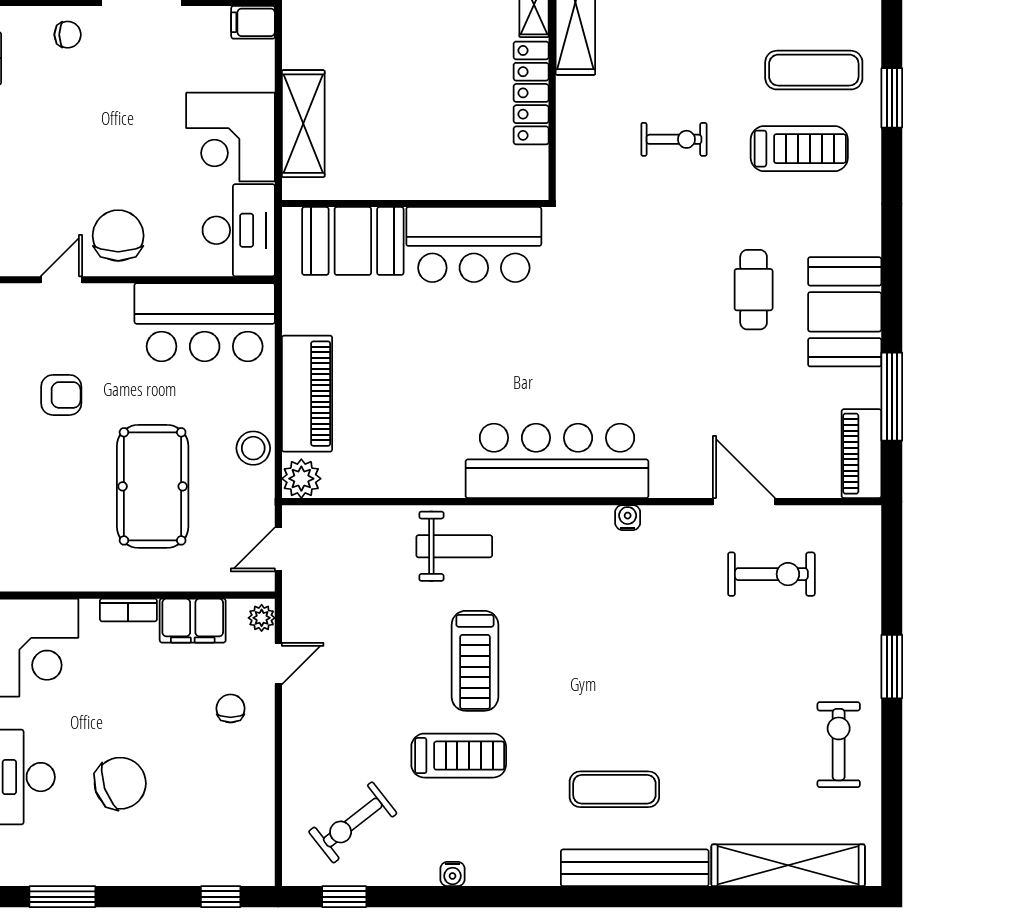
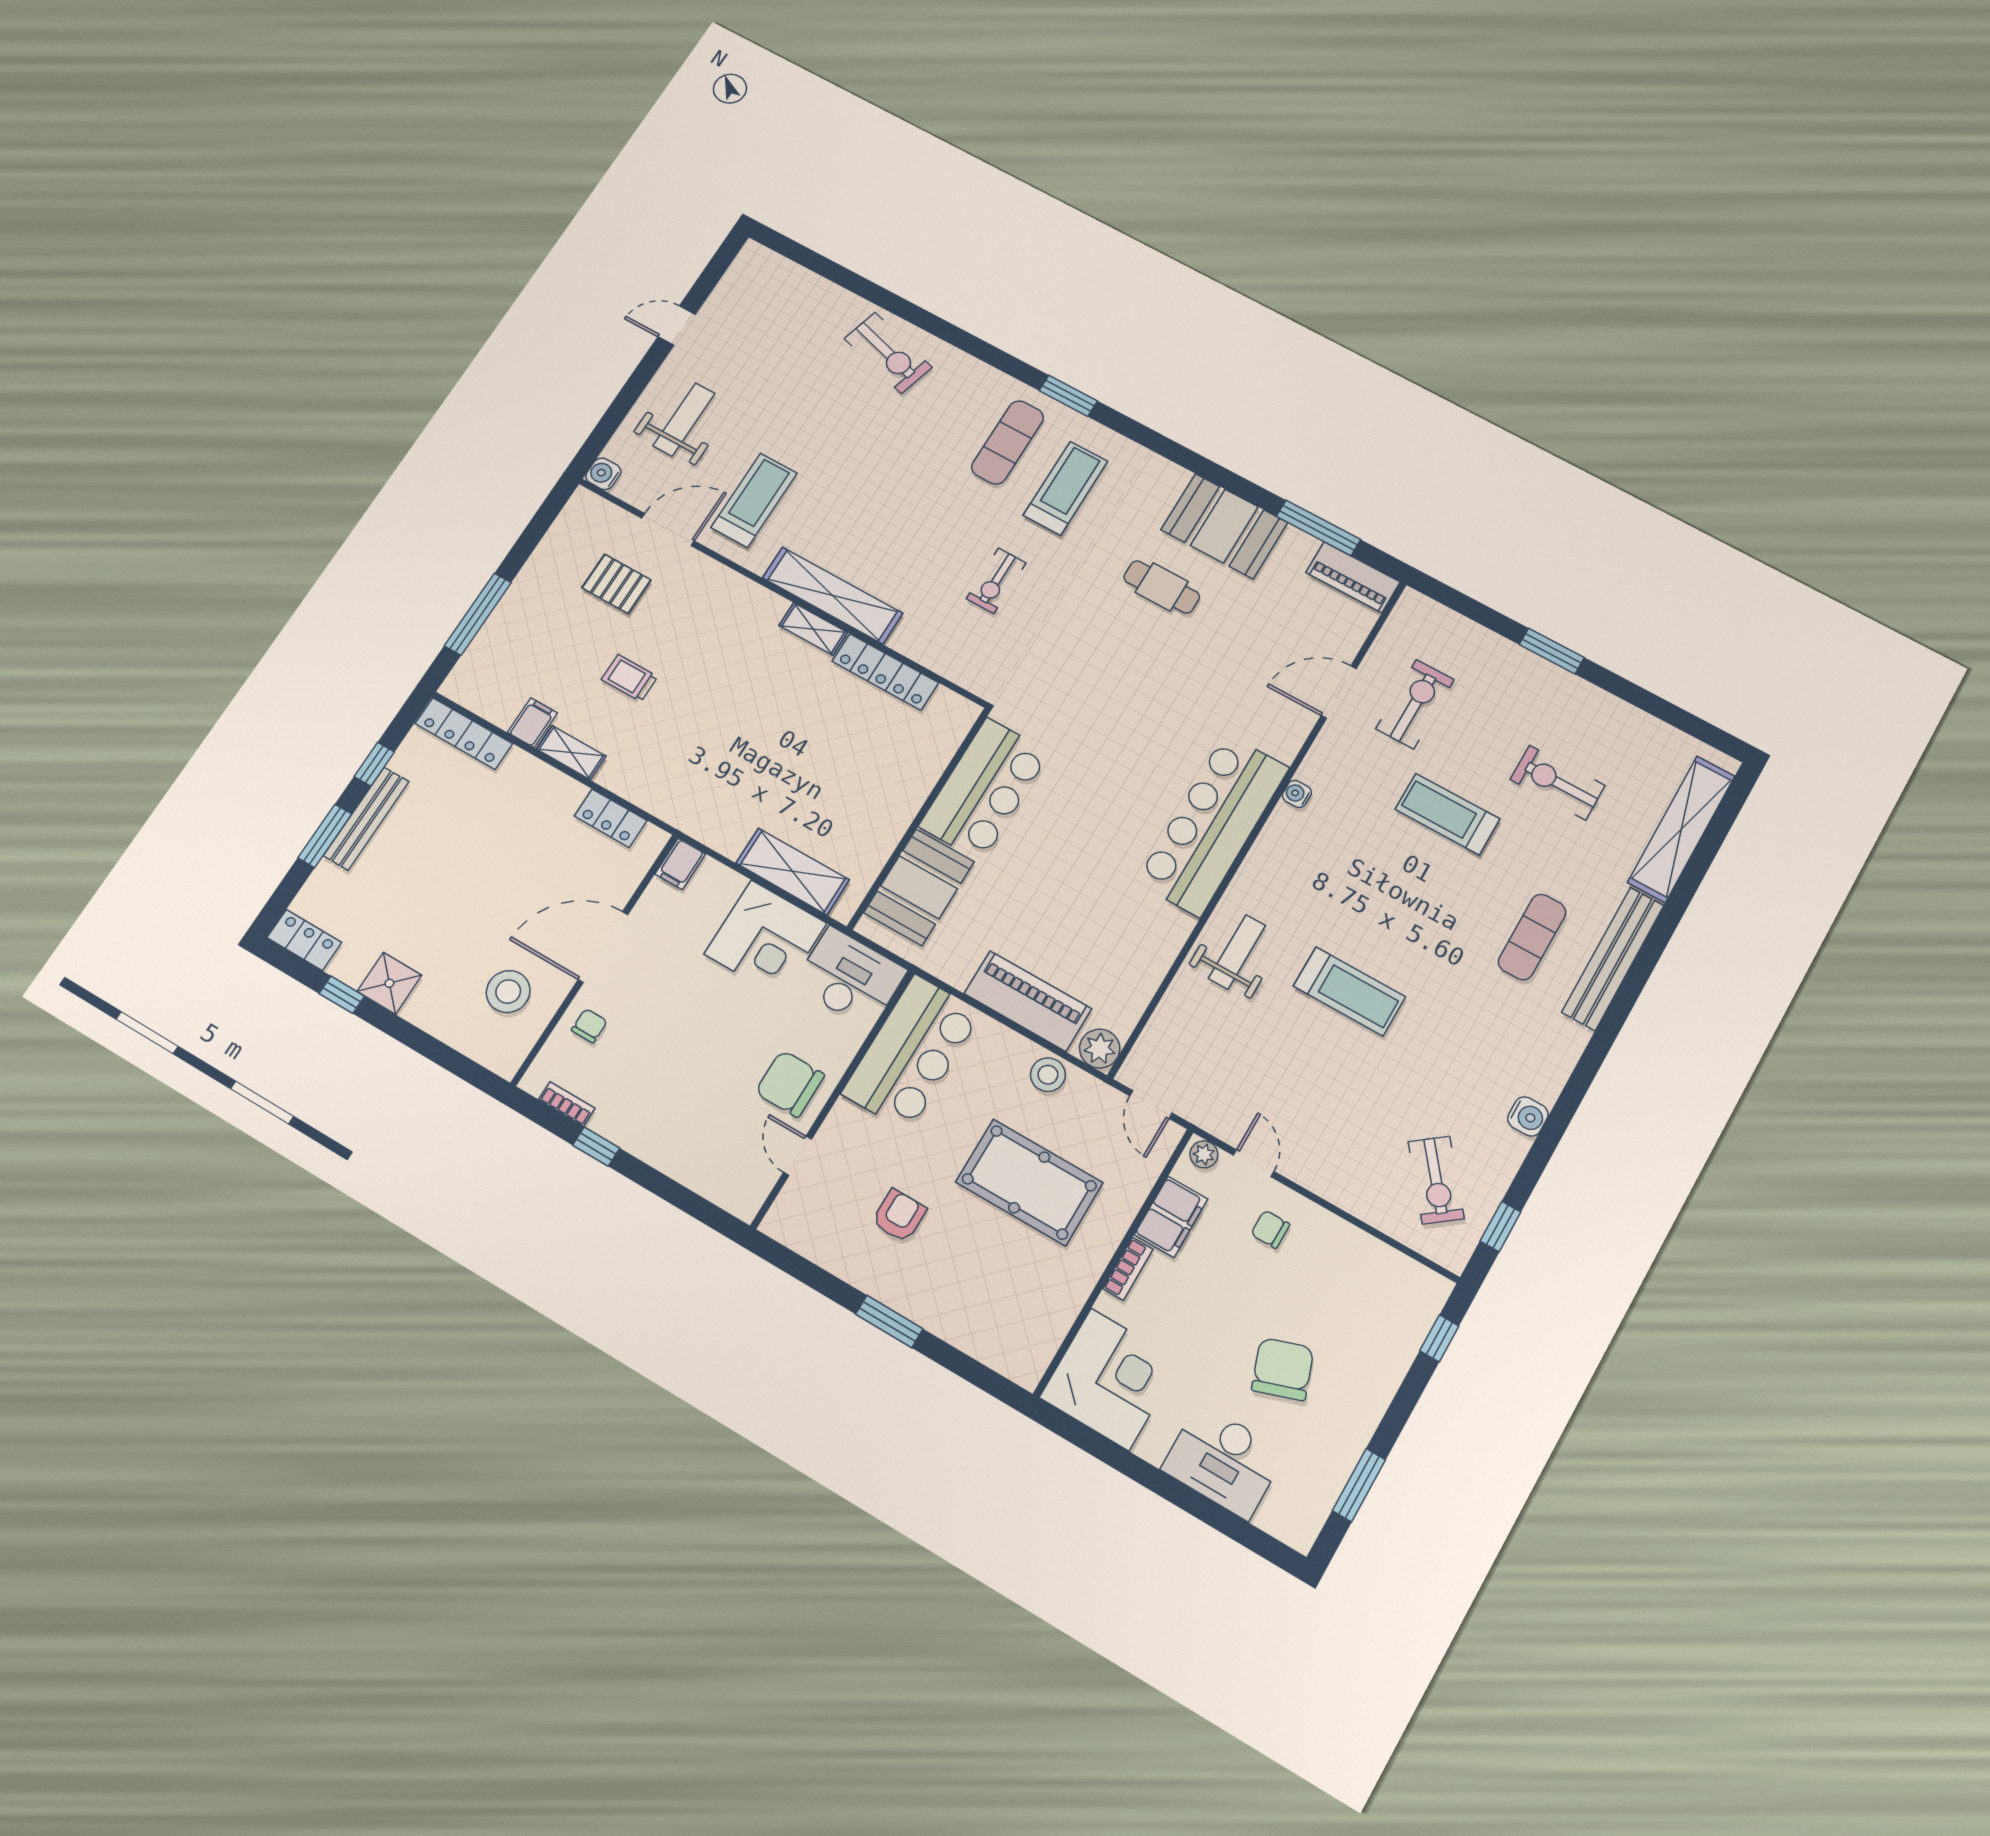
exercise bike: (674, 139) -> (996, 581), turned 180
exercise bike: (839, 745) -> (1557, 783), moved
treadmill: (459, 756) -> (1447, 814), moved, turned -90
water cooler: (453, 874) -> (1528, 1116), width x1.38, depth x1.38

